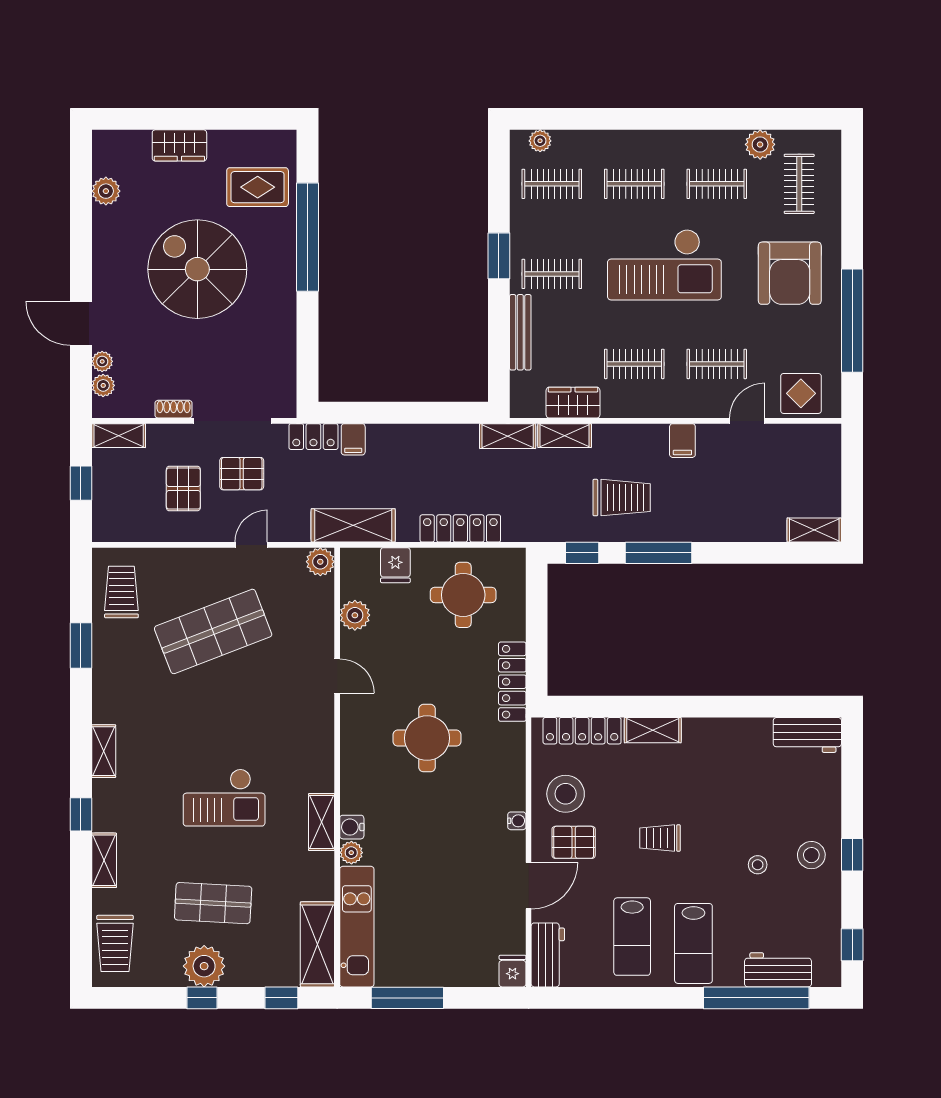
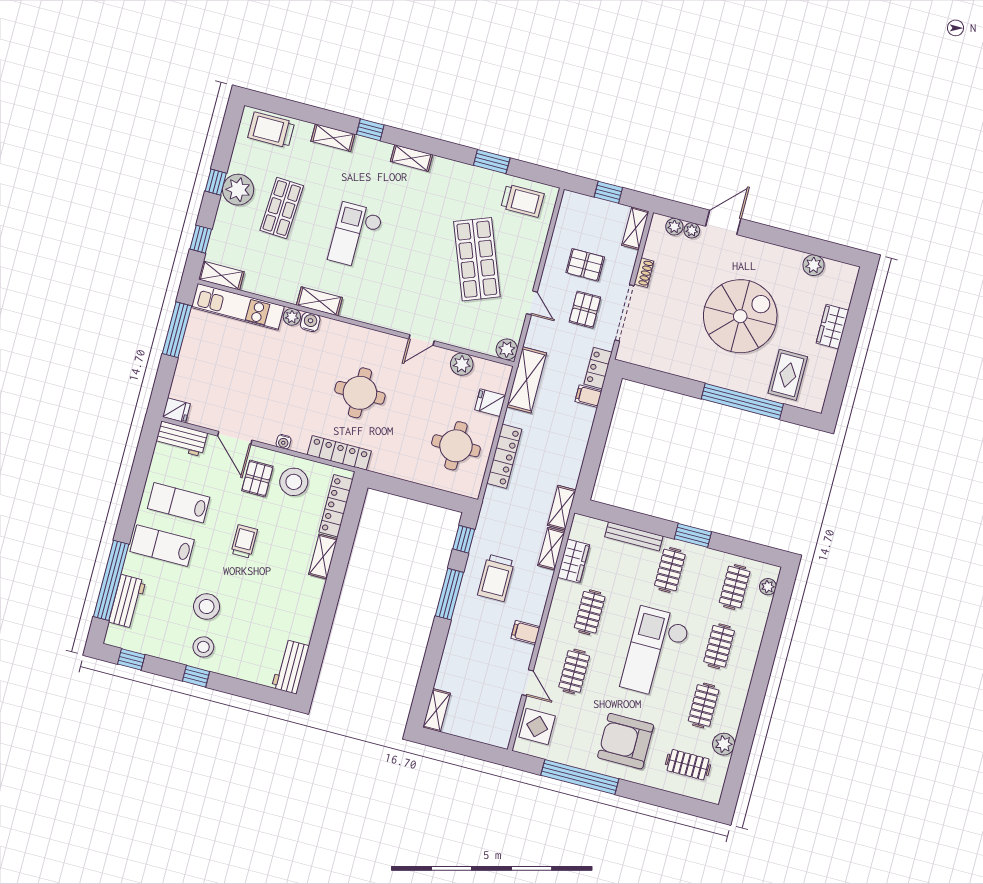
locker: (512, 682) -> (339, 453), moved
stool: (758, 865) -> (207, 607), width x1.89, depth x1.89
shelving: (317, 944) -> (221, 276), width x0.67, depth x0.75

